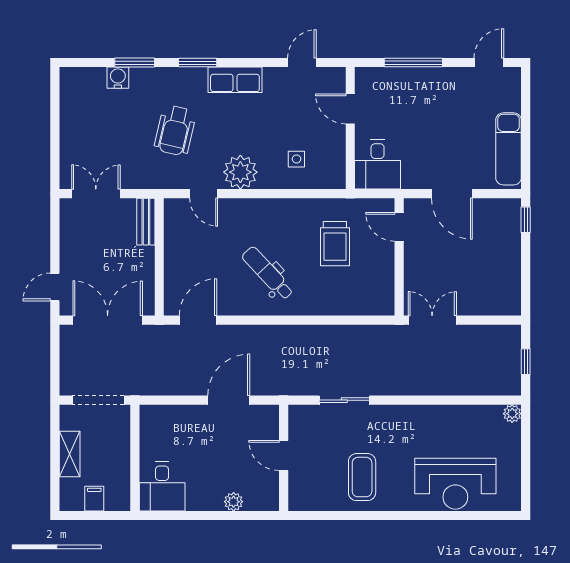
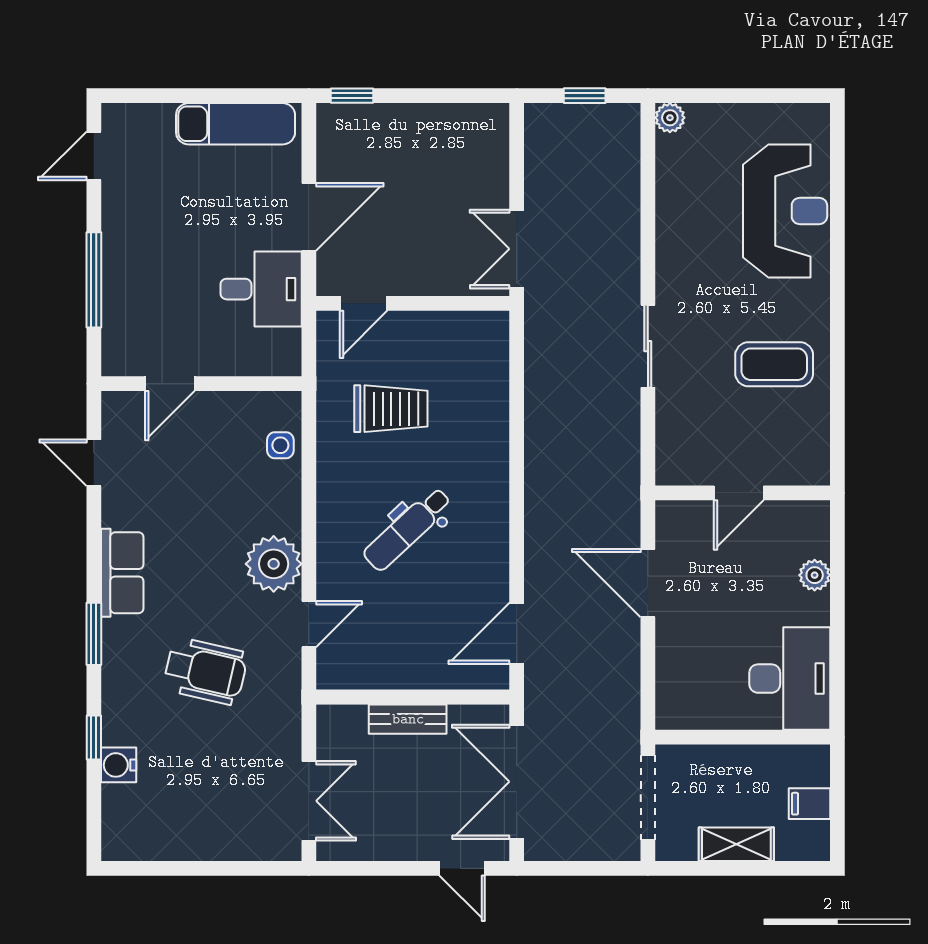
window: (135, 63) -> (94, 737), width x0.67
door: (489, 63) -> (94, 156), hinge flipped
side table: (296, 159) -> (280, 445), moved
desk: (378, 164) -> (261, 289), moved
double door: (96, 194) -> (309, 801), swing flipped
bench: (146, 222) -> (408, 719), moved
dental chair: (268, 273) -> (407, 529), moved
door: (198, 320) -> (517, 633), hinge flipped
sliding door: (344, 400) -> (648, 346), moved
desk: (162, 487) -> (790, 679), width x1.37

